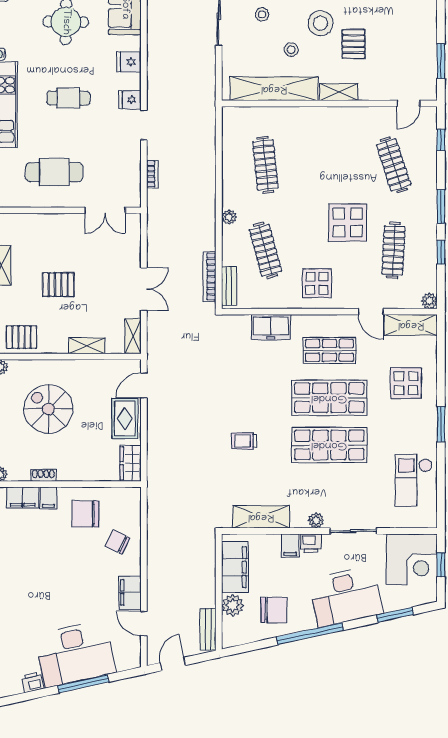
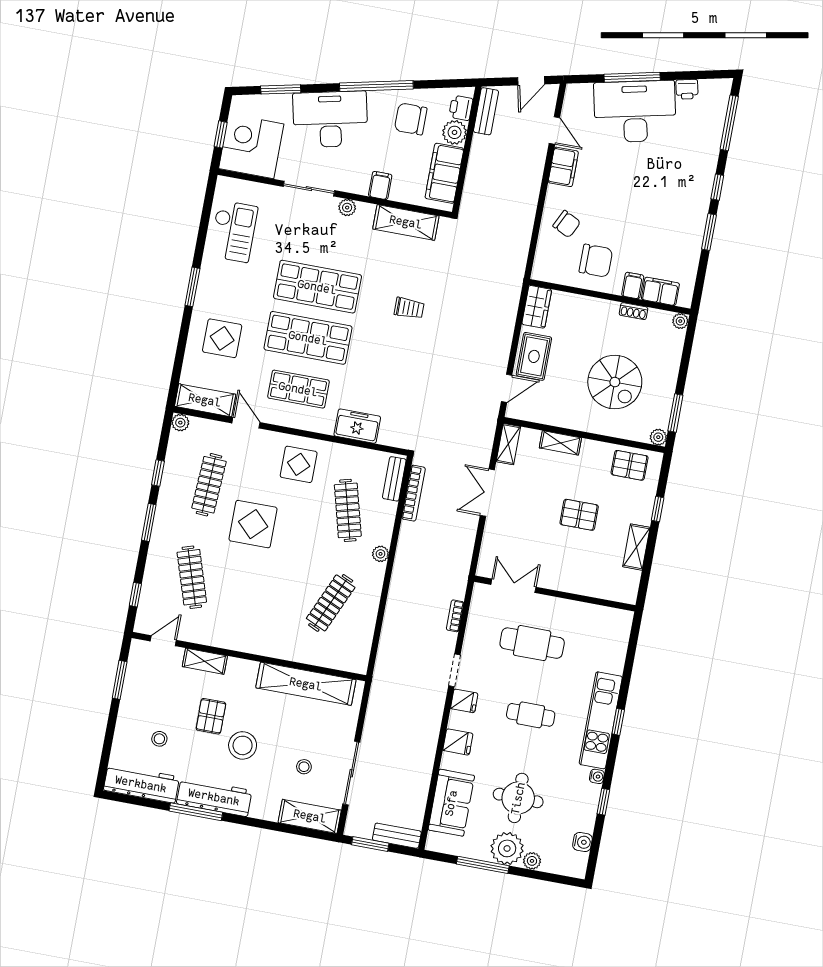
stool: (291, 50) -> (159, 739), moved
shelving: (339, 92) -> (205, 661), moved
clothes rail: (265, 165) -> (331, 603), turned 30
cafe table: (54, 172) -> (532, 643), moved
printer: (311, 543) -> (461, 108), moved, turned -90

